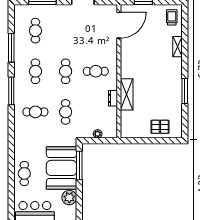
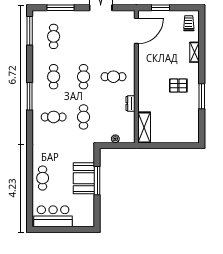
window: (11, 48) -> (30, 31), moved
shelving: (127, 94) -> (144, 127), moved
pallet: (160, 127) -> (178, 86), moved
window: (79, 166) -> (97, 181), moved
booth: (62, 168) -> (84, 178), width x0.73, depth x0.70
plant: (69, 198) -> (87, 202), removed

